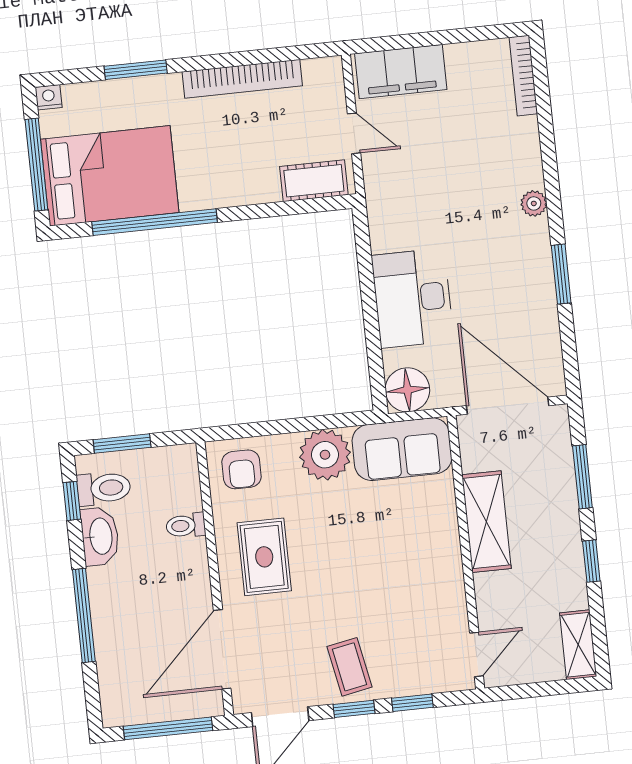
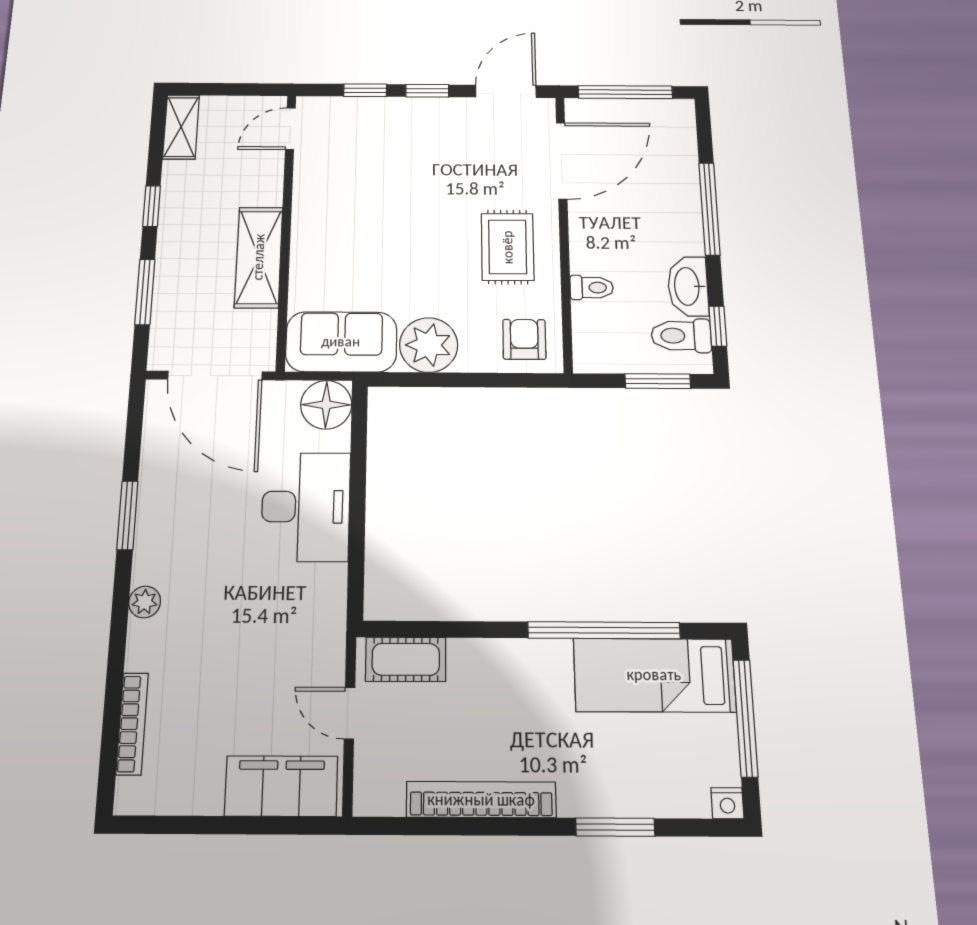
bookcase: (523, 76) -> (132, 724), moved
bed: (110, 176) -> (654, 675), width x0.67
coffee table: (349, 667) -> (427, 130), removed

